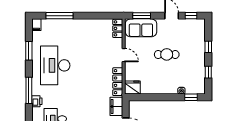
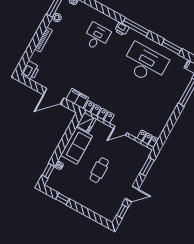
sofa: (141, 28) -> (76, 146), moved, turned 180
window: (208, 47) -> (85, 211), removed

